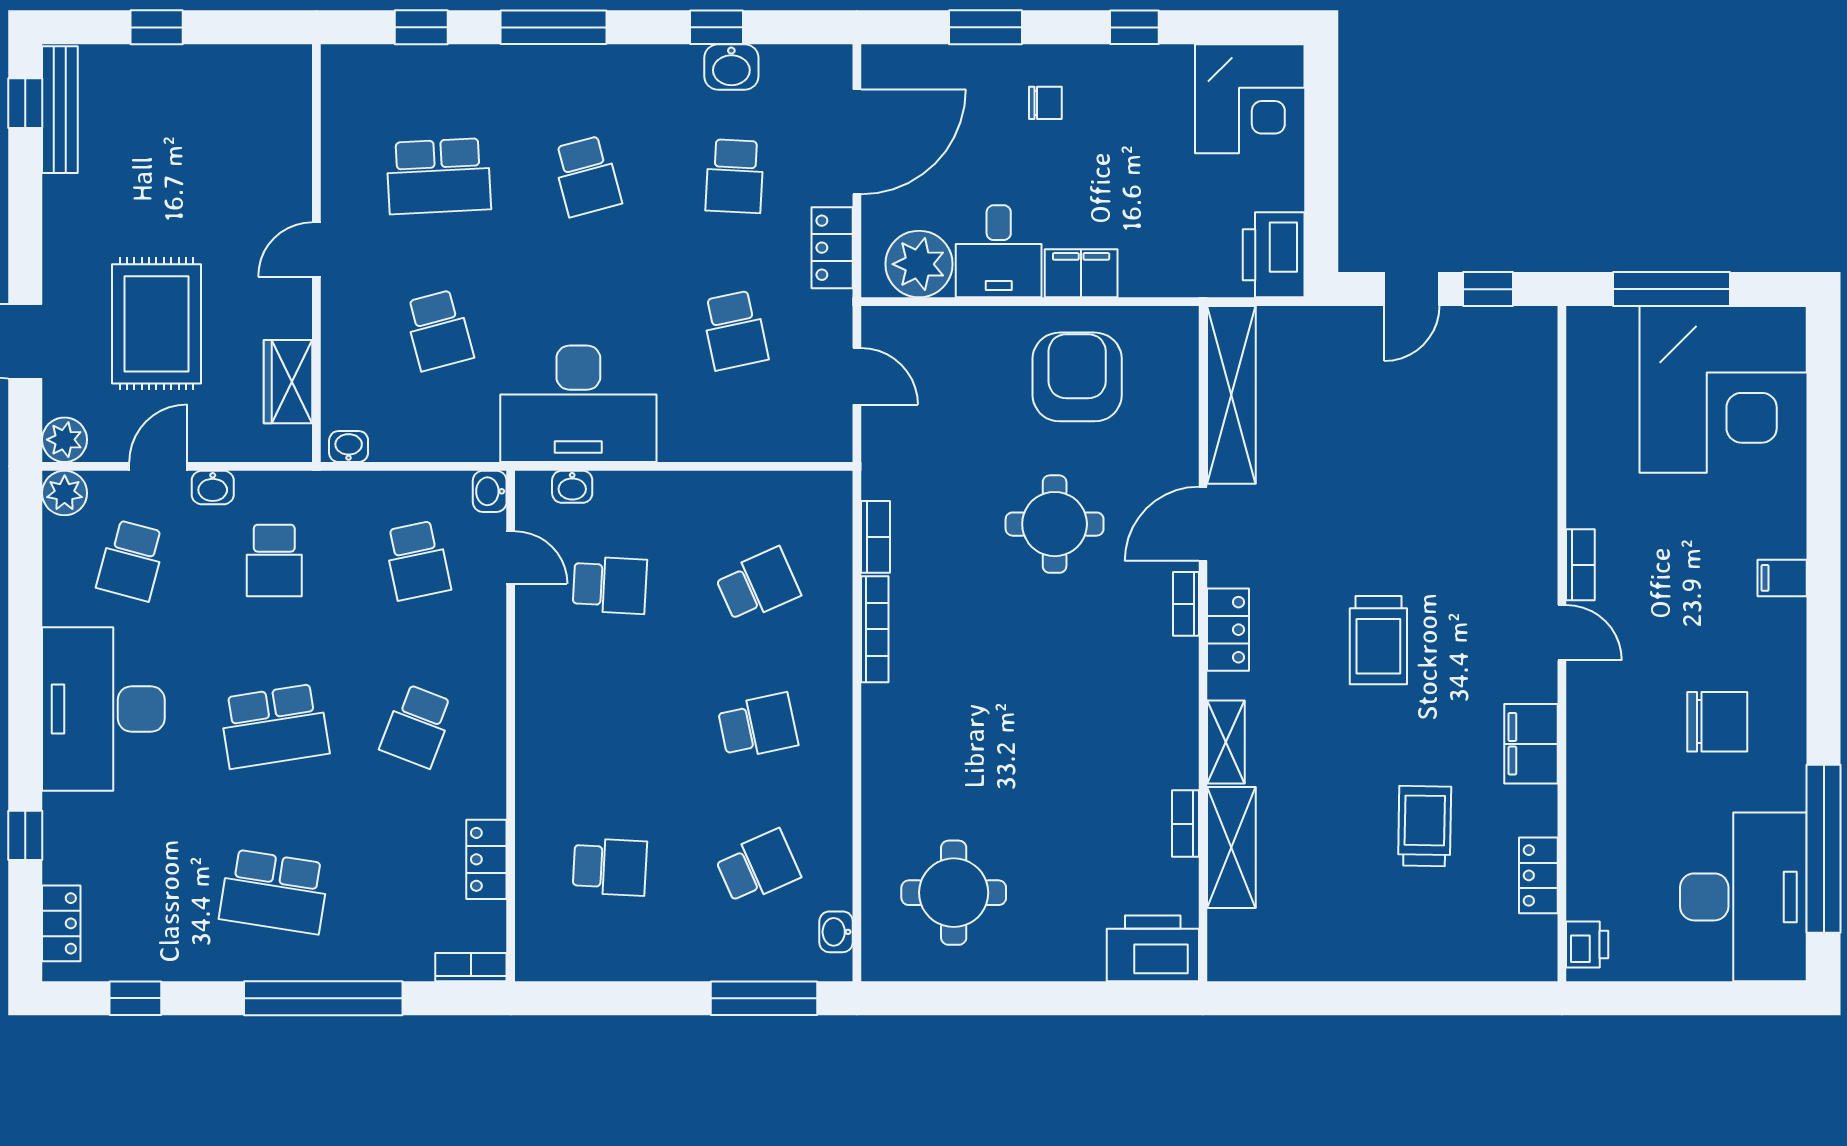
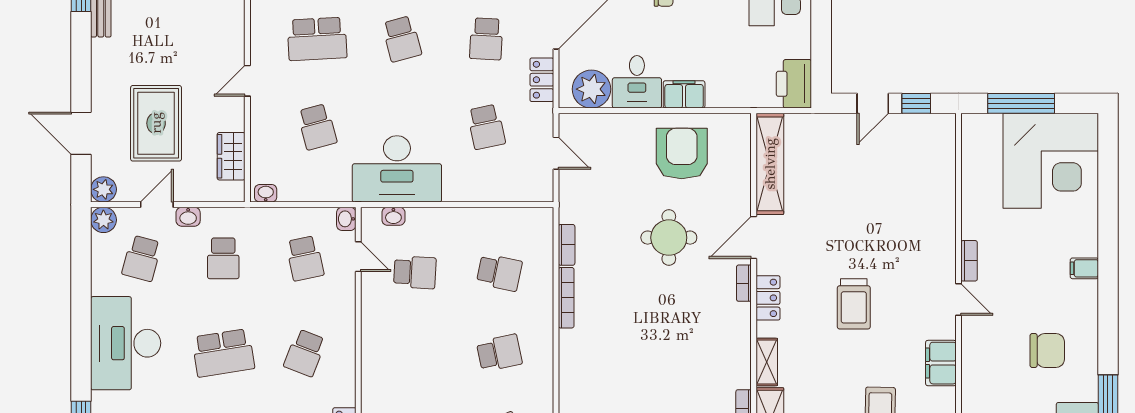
school desk: (758, 585) -> (499, 272), turned 36

